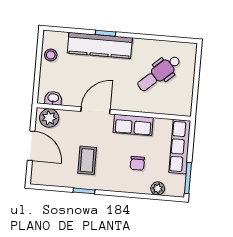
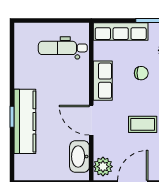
stool: (51, 55) -> (39, 170), removed
dental chair: (159, 73) -> (63, 48), moved, turned 132
washbasin: (53, 98) -> (79, 157), width x1.91, depth x1.45

